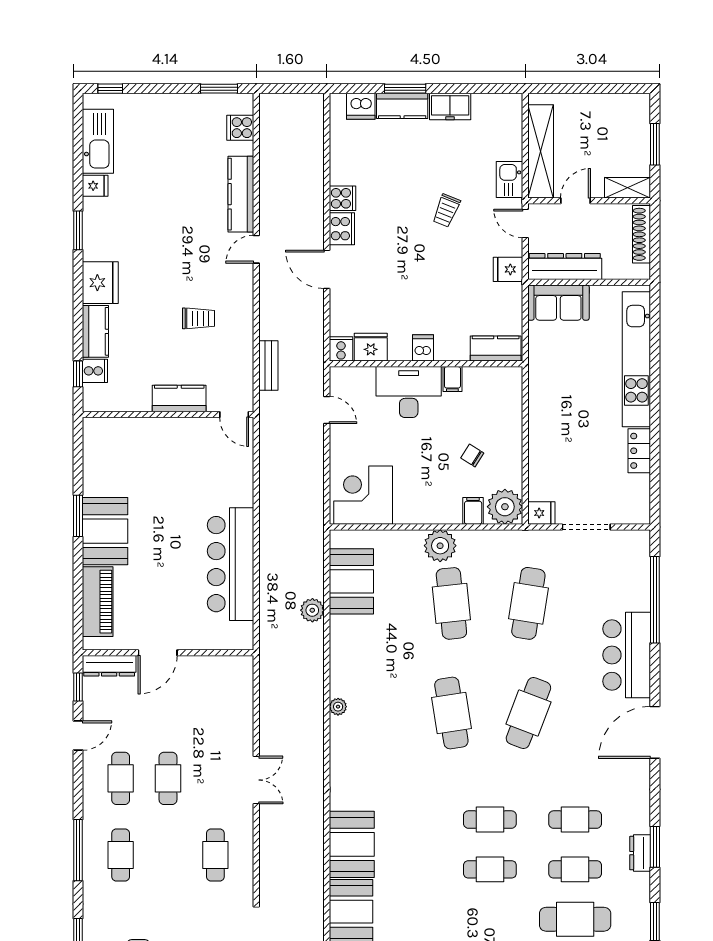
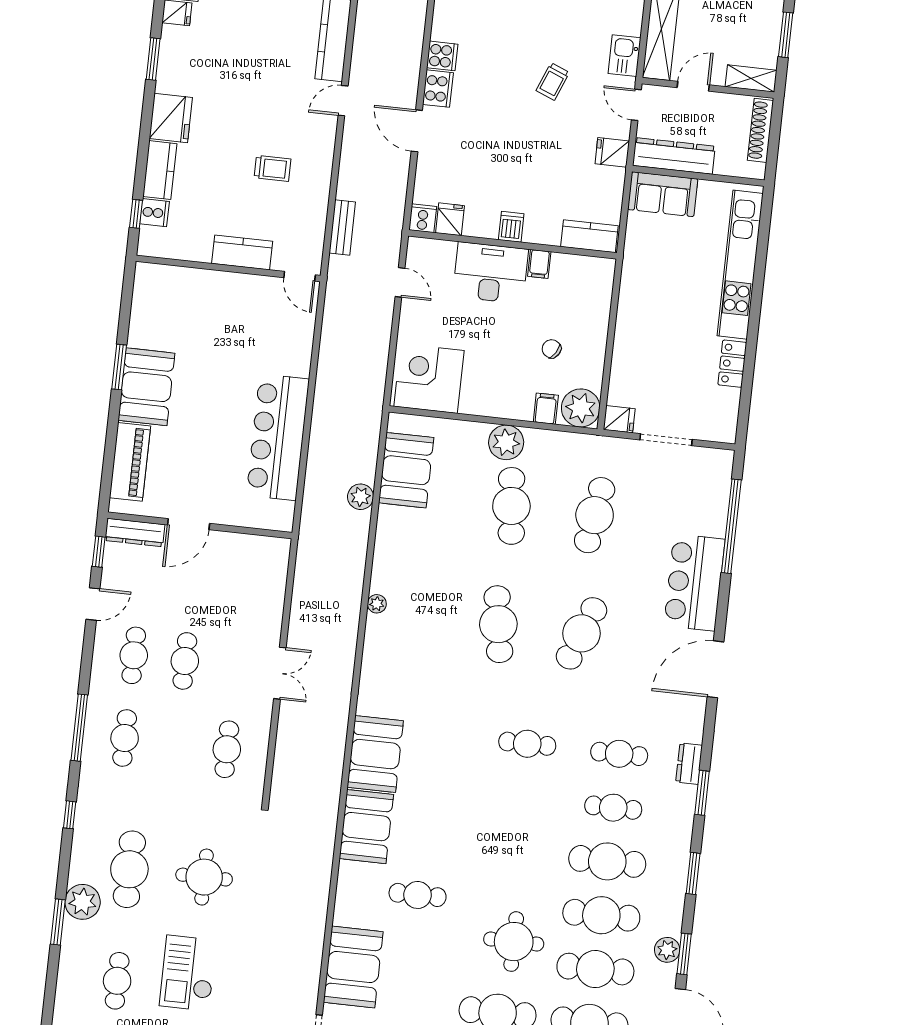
fridge: (371, 347) -> (450, 219), width x0.72
dresser: (640, 853) -> (689, 764), moved
cafe table: (490, 869) -> (521, 797), removed

